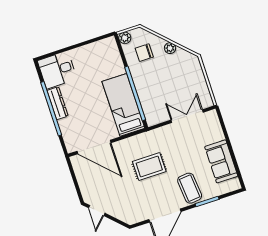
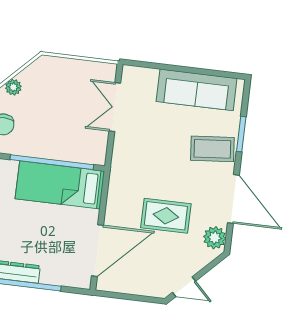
sofa: (221, 161) -> (197, 90), width x1.36
rug: (149, 166) -> (166, 216), moved, turned 90
plant: (136, 215) -> (215, 238), added

